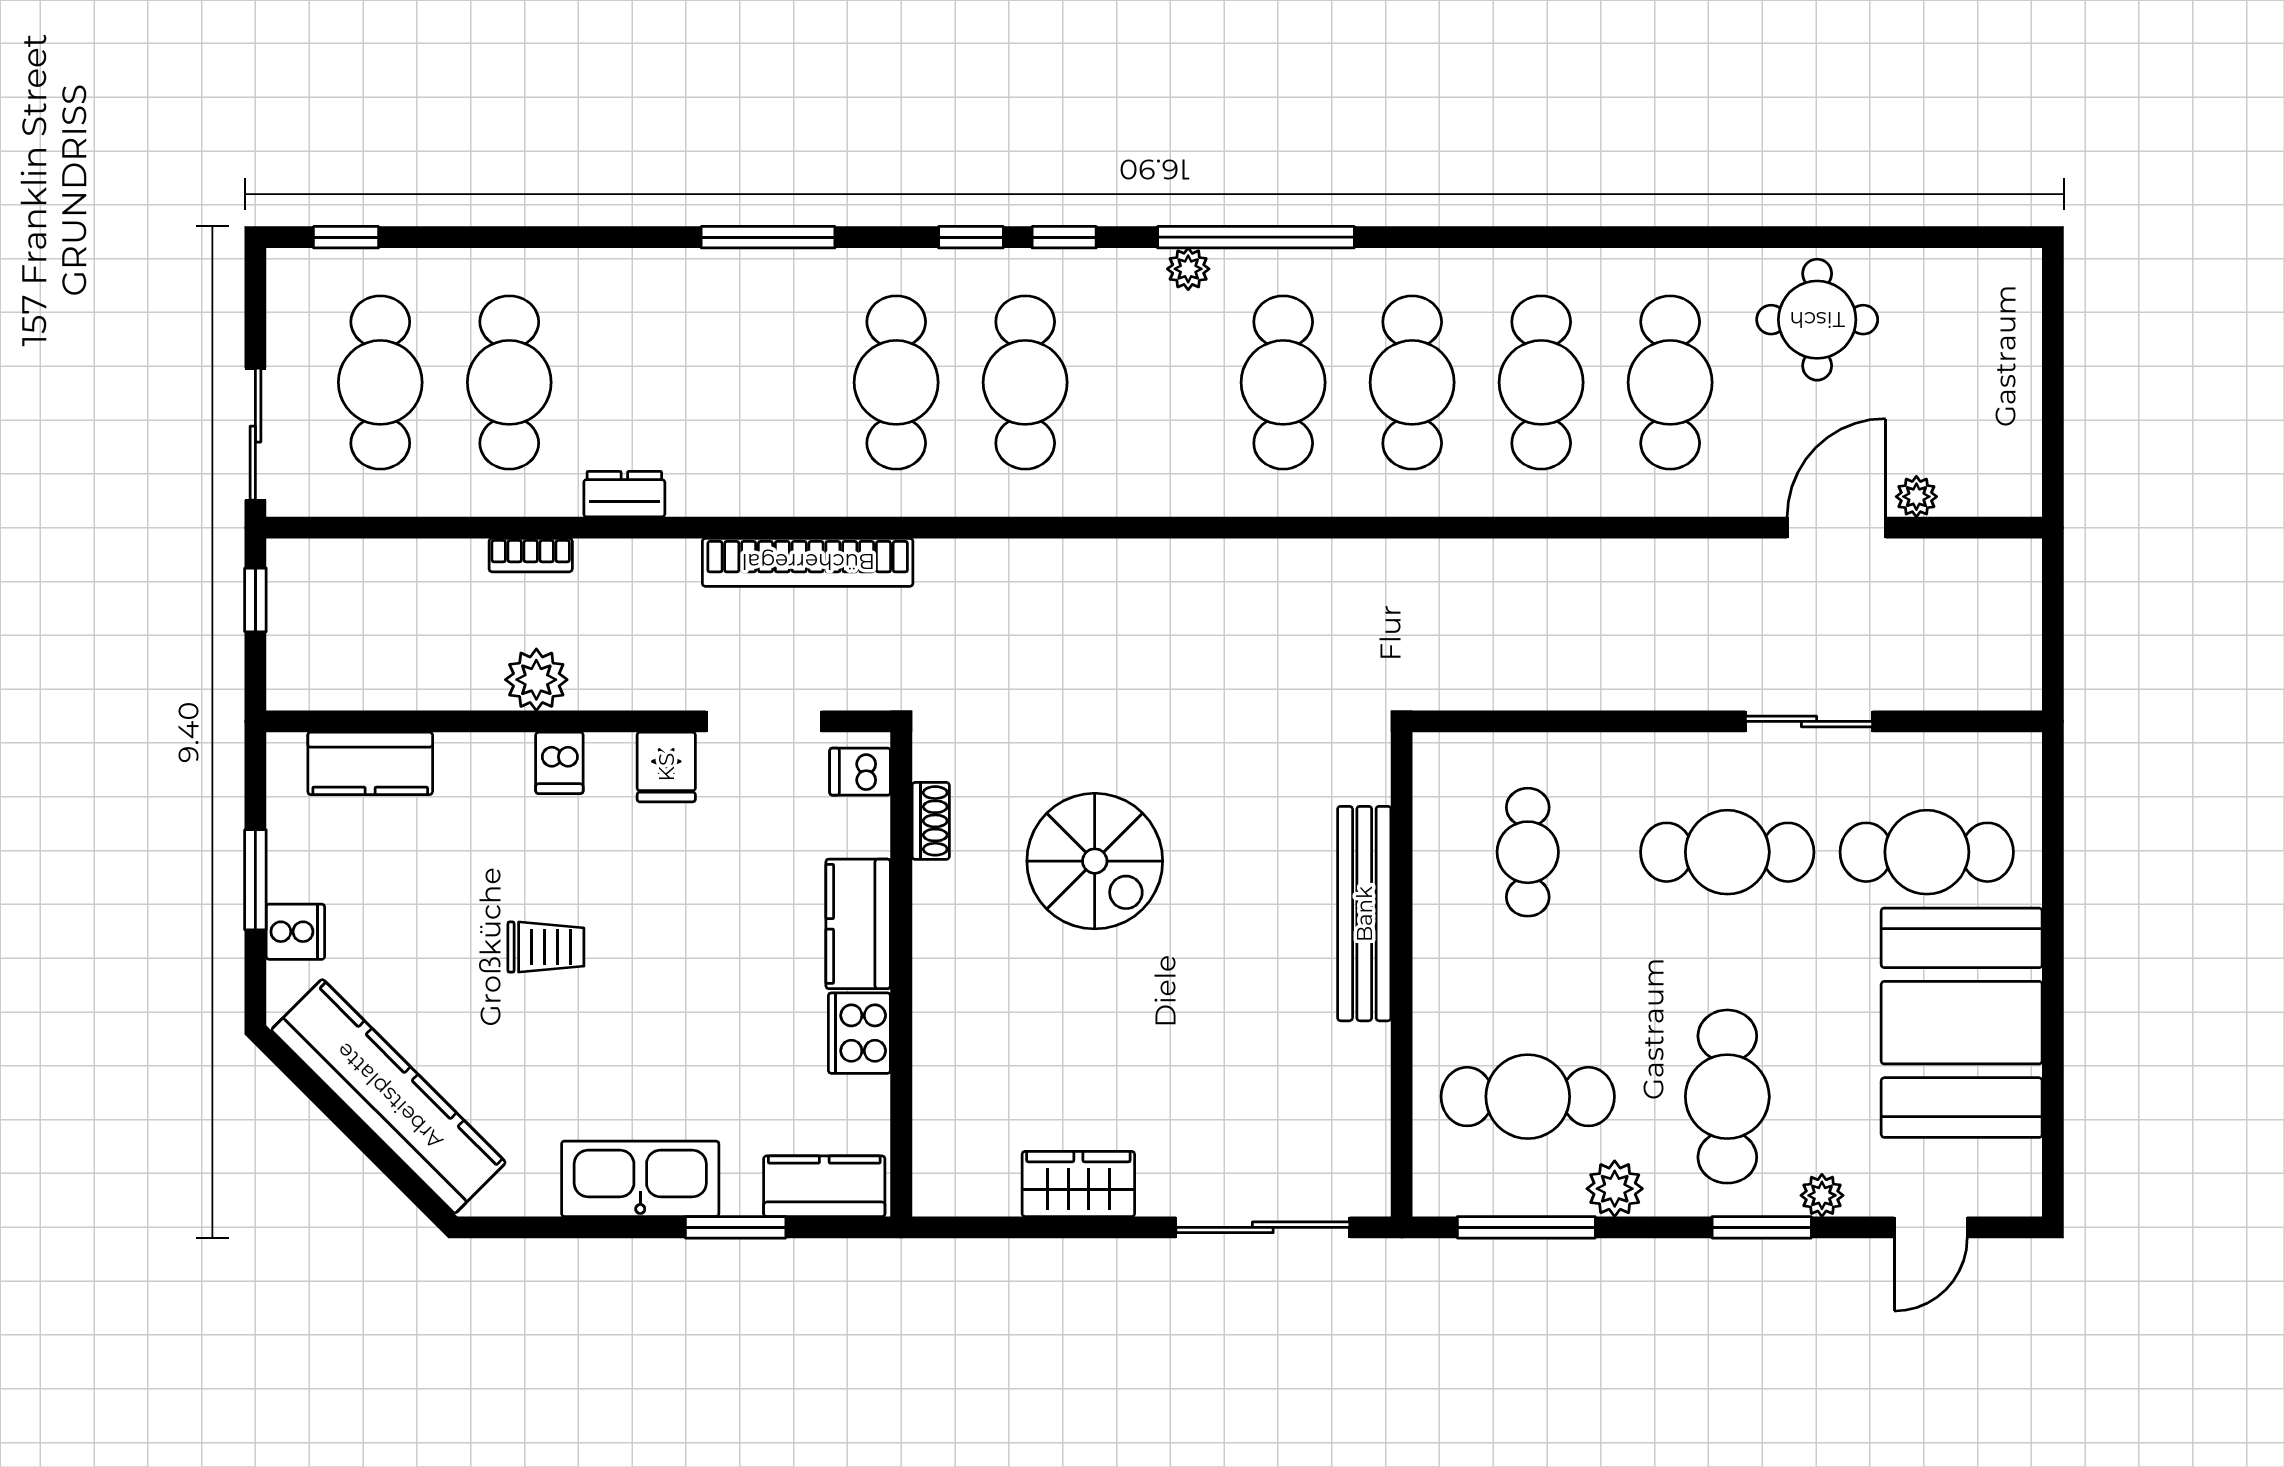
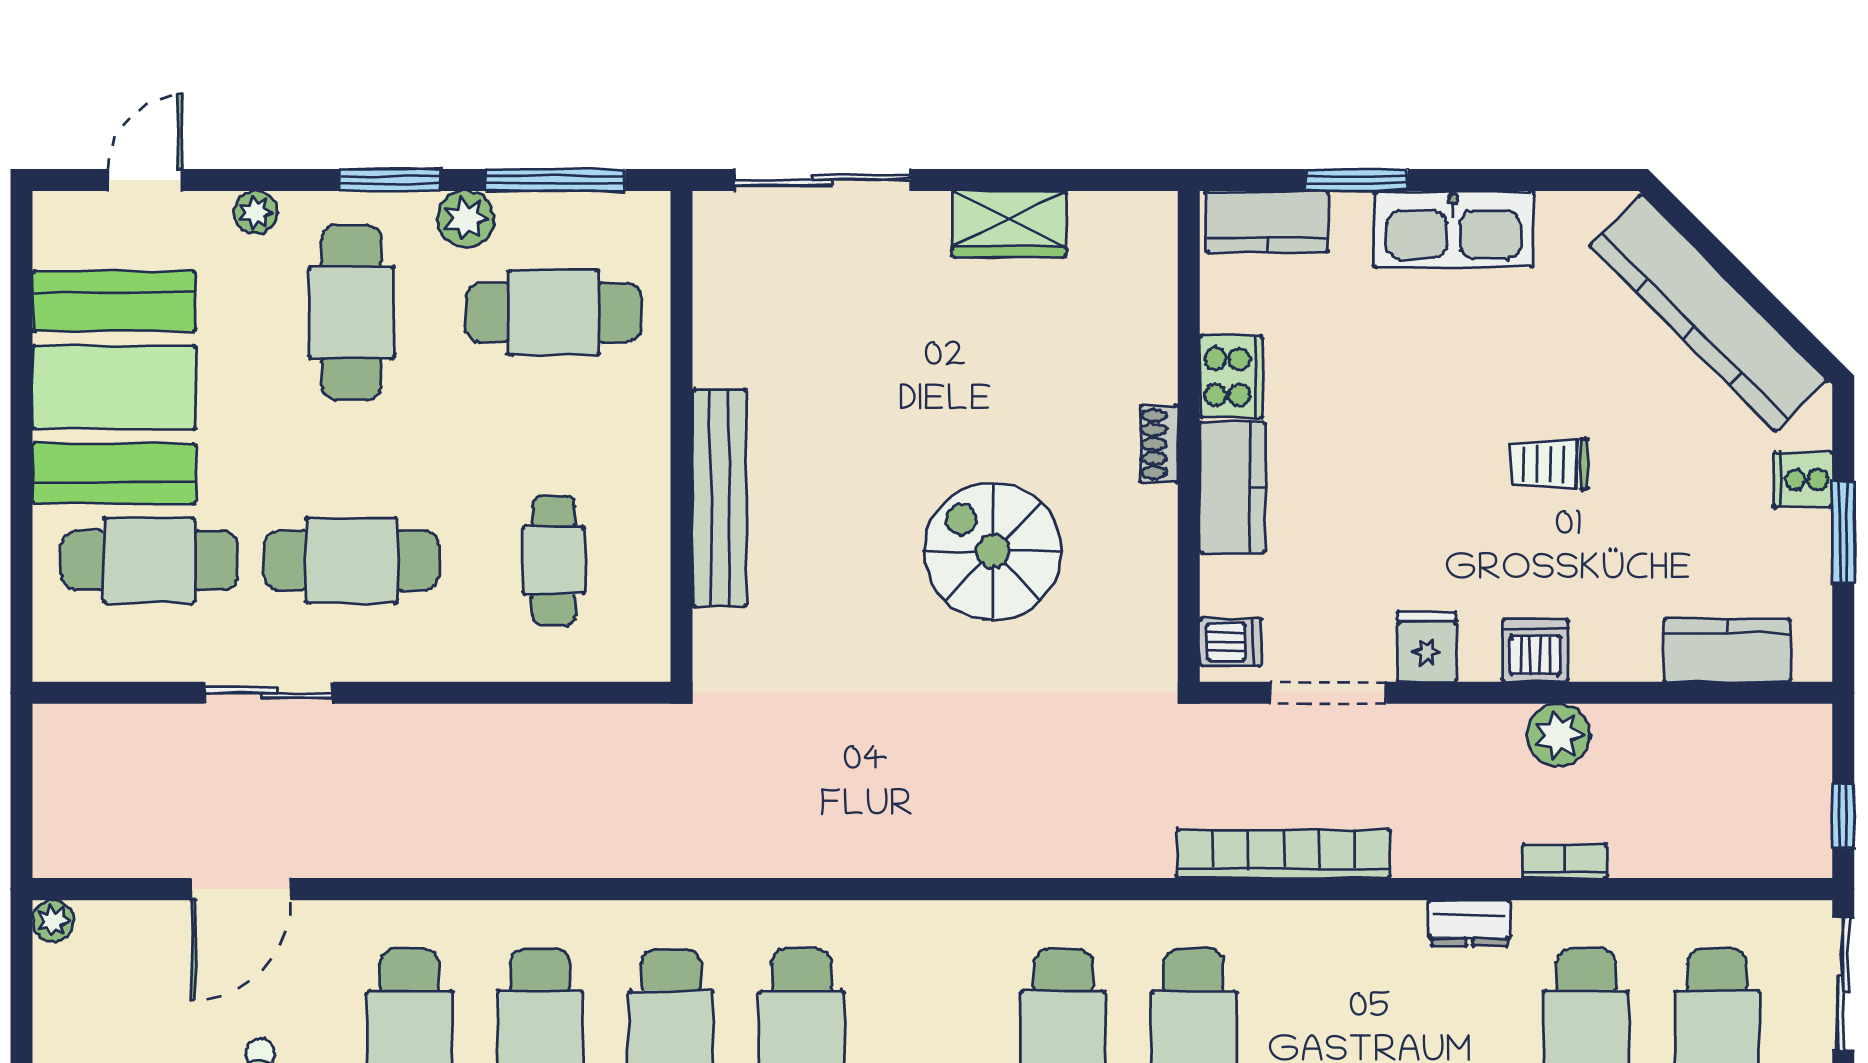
plant: (1916, 497) -> (53, 921), moved
dishwasher: (559, 763) -> (1535, 651), width x1.38
shoe rack: (931, 821) -> (1159, 444), moved
window: (1762, 1227) -> (390, 180), moved

